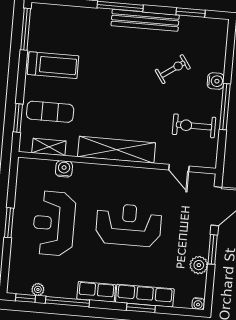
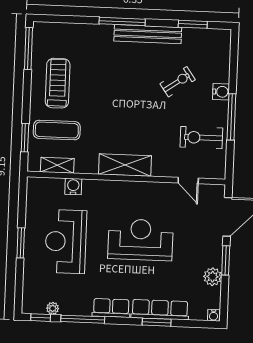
treadmill: (53, 65) -> (58, 83), turned -90
shelving: (117, 150) -> (125, 165), width x0.68

